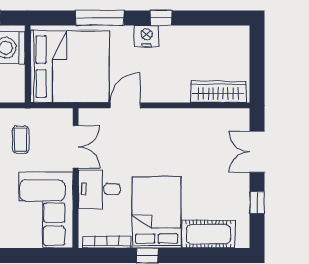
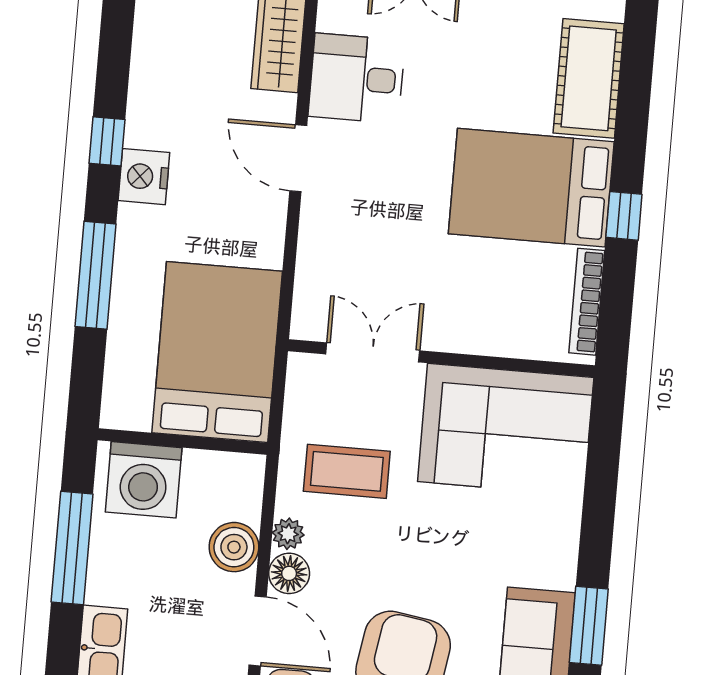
bed: (70, 67) -> (217, 352), width x0.73
door: (125, 105) -> (298, 158), moved
coffee table: (21, 140) -> (347, 471), width x1.36, depth x1.30
desk: (99, 189) -> (357, 78), moved, turned 90

